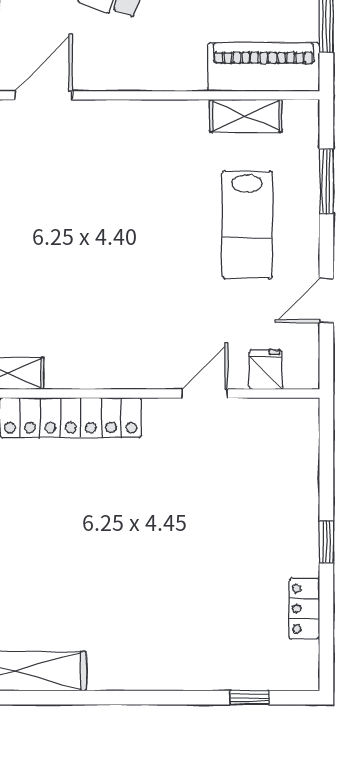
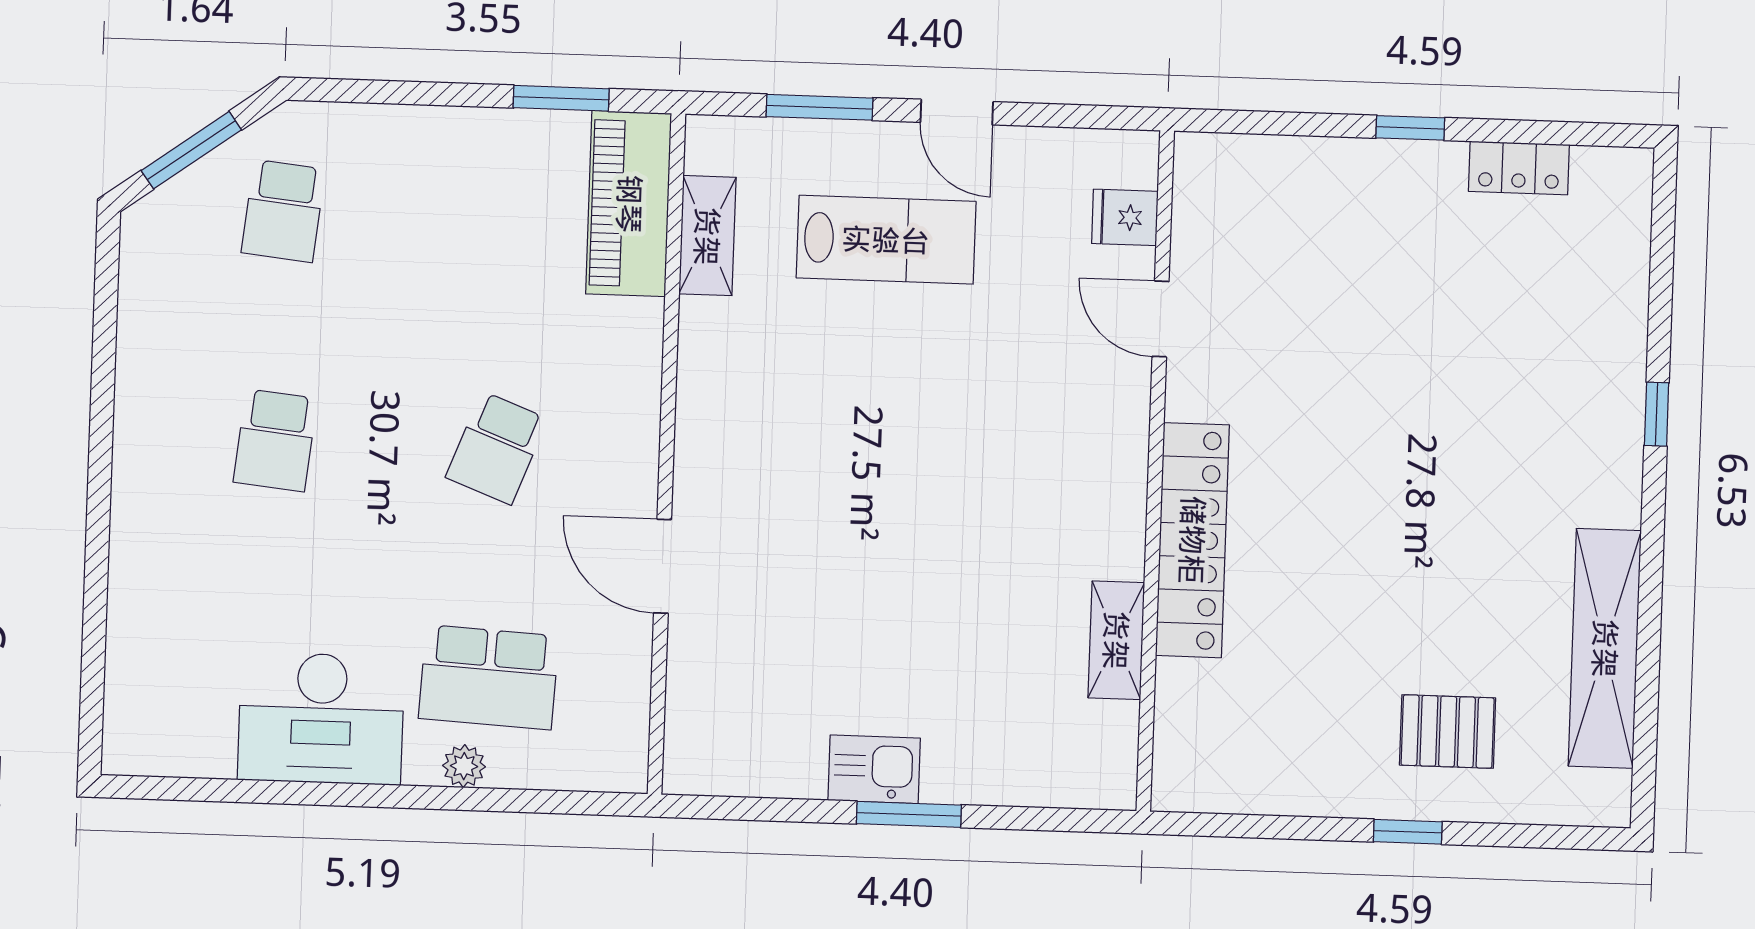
door: (326, 300) -> (957, 112), moved
window: (249, 698) -> (1657, 414), moved

